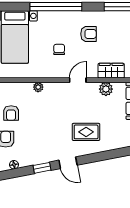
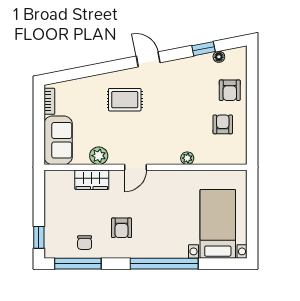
armchair: (88, 34) -> (122, 228), turned -90
chair: (59, 49) -> (85, 243), moved
window: (42, 168) -> (203, 49), moved

